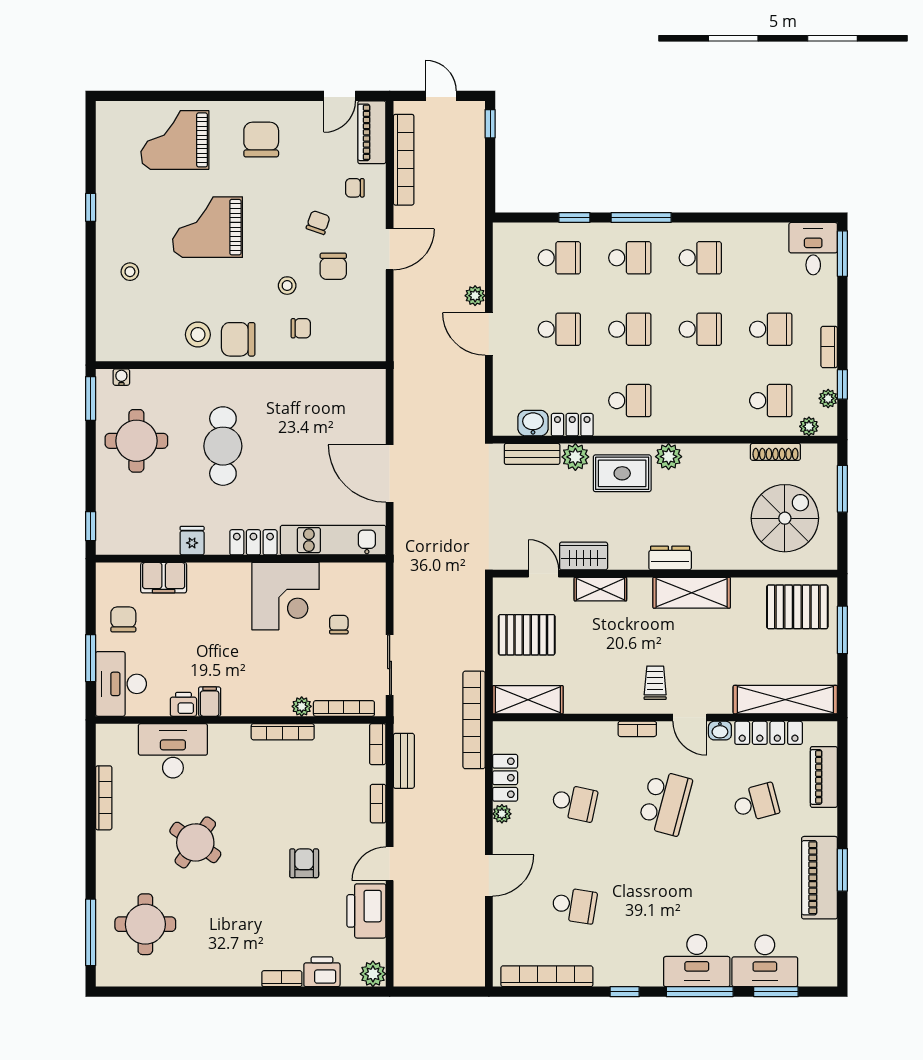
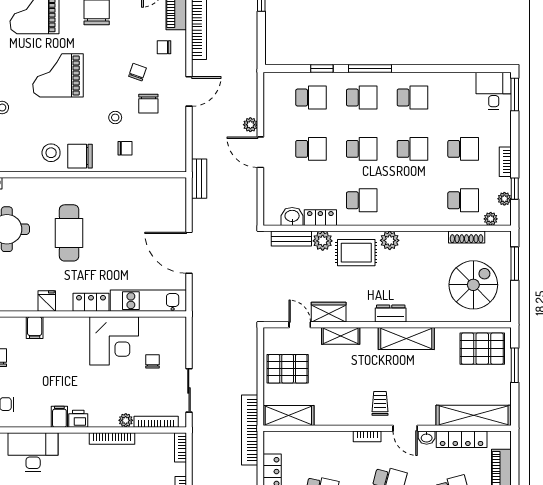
filing cabinet: (164, 578) -> (35, 328), width x0.50
printer: (183, 704) -> (78, 419), moved
bench: (404, 761) -> (199, 179), moved

